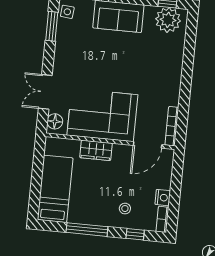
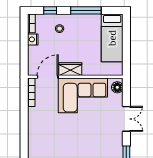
double door: (45, 92) -> (126, 119), moved
wardrobe: (96, 150) -> (70, 69), moved

